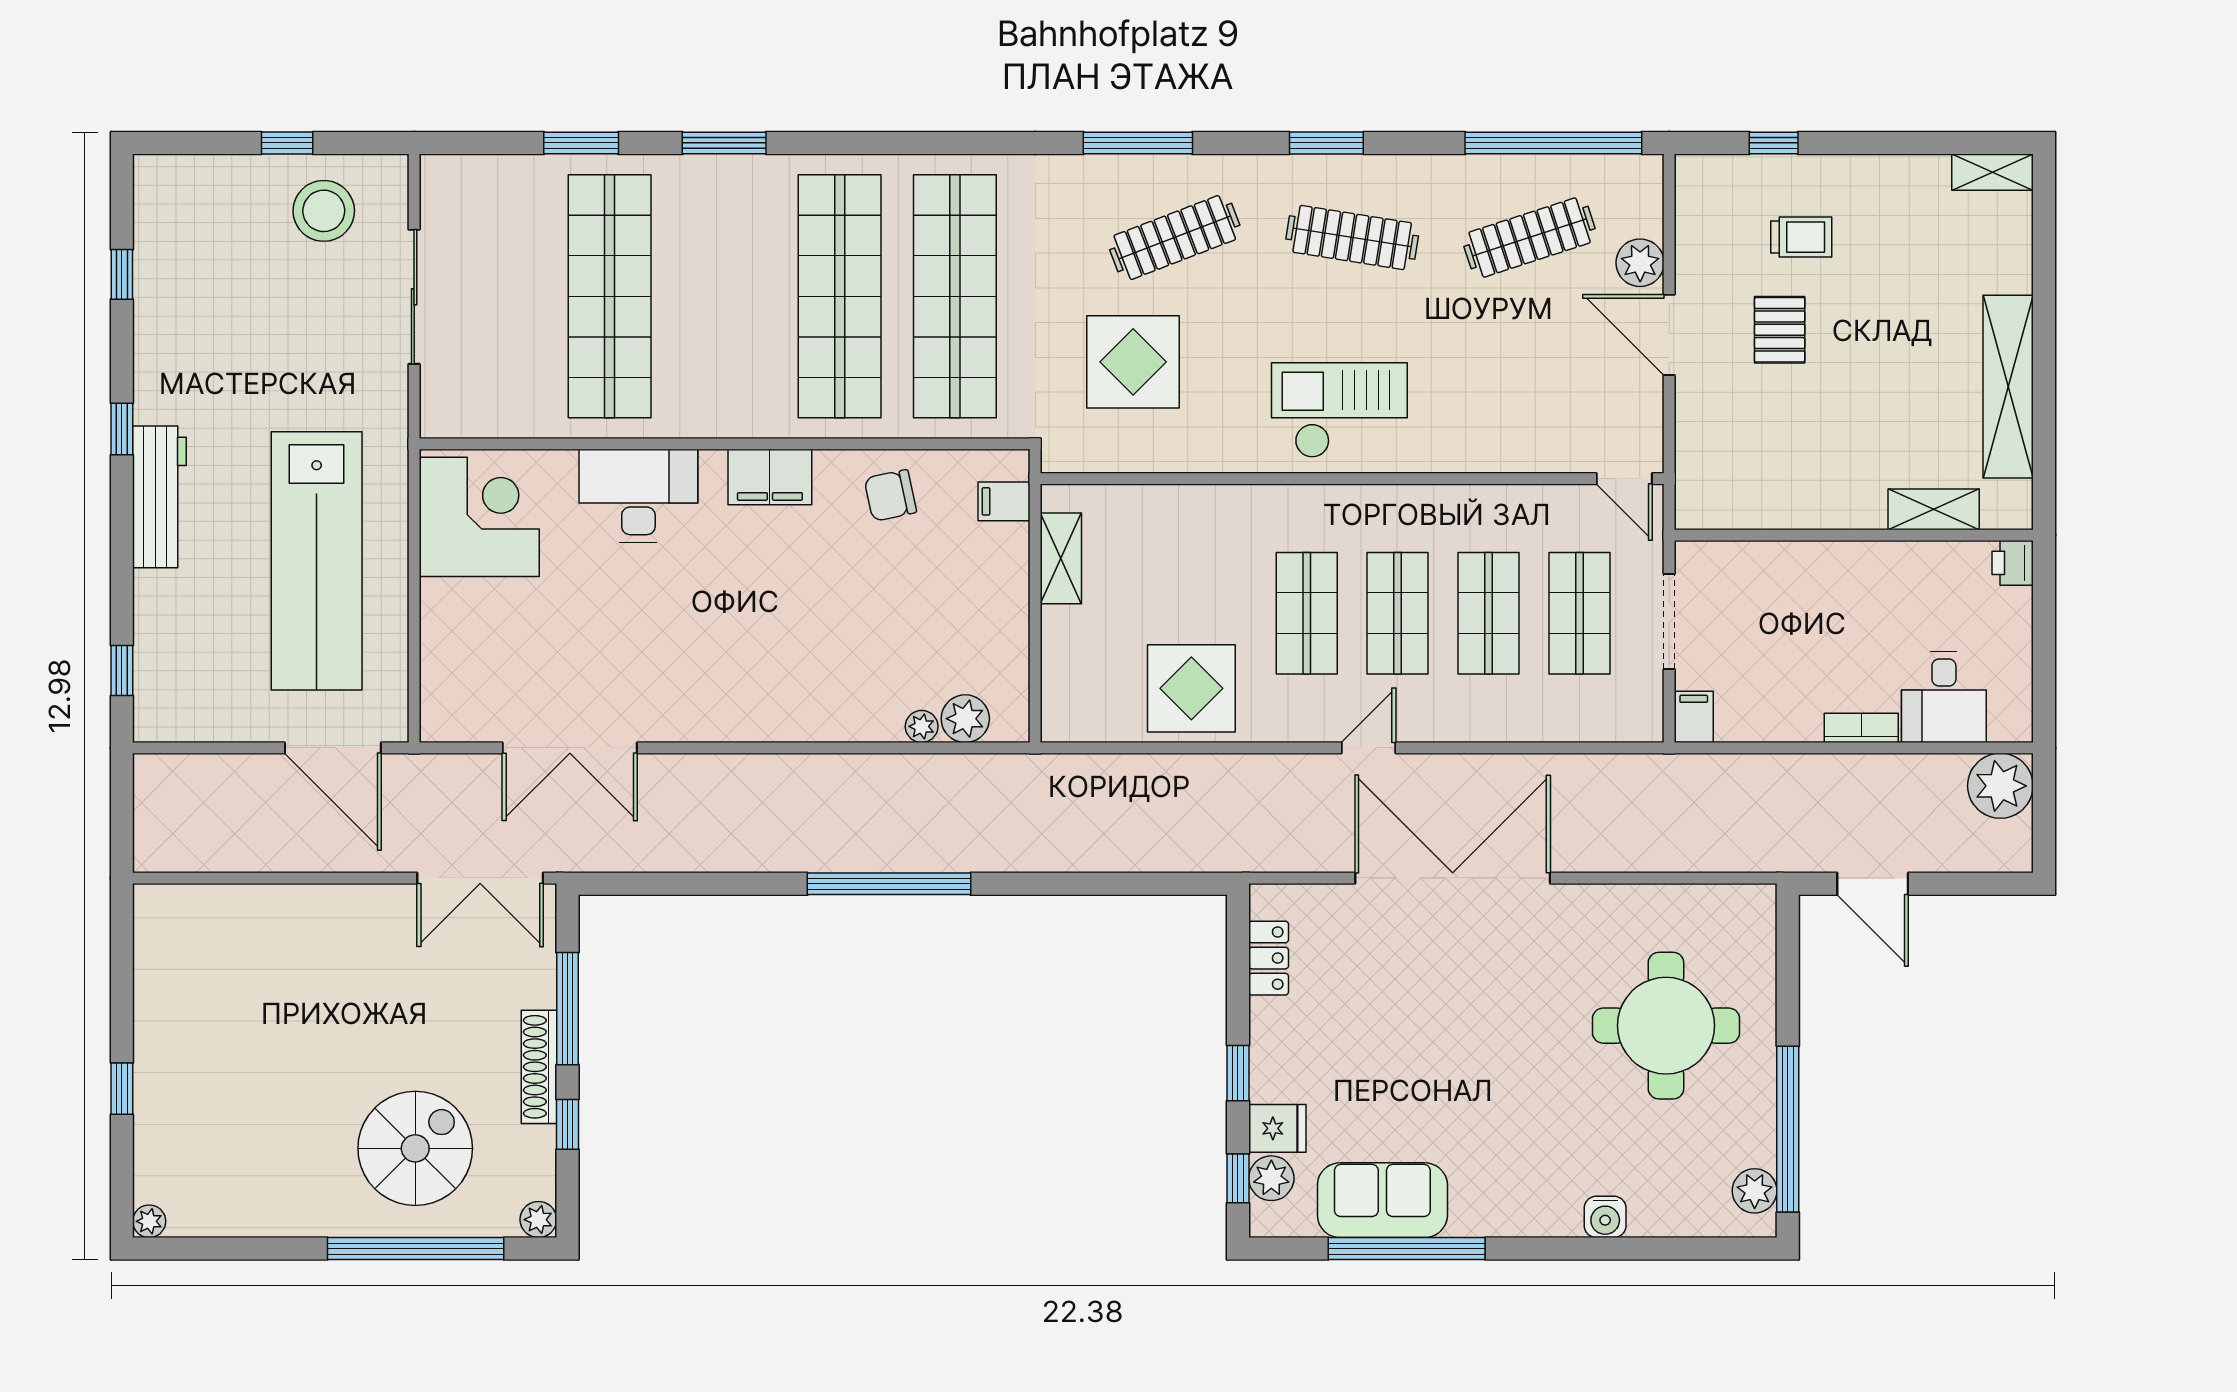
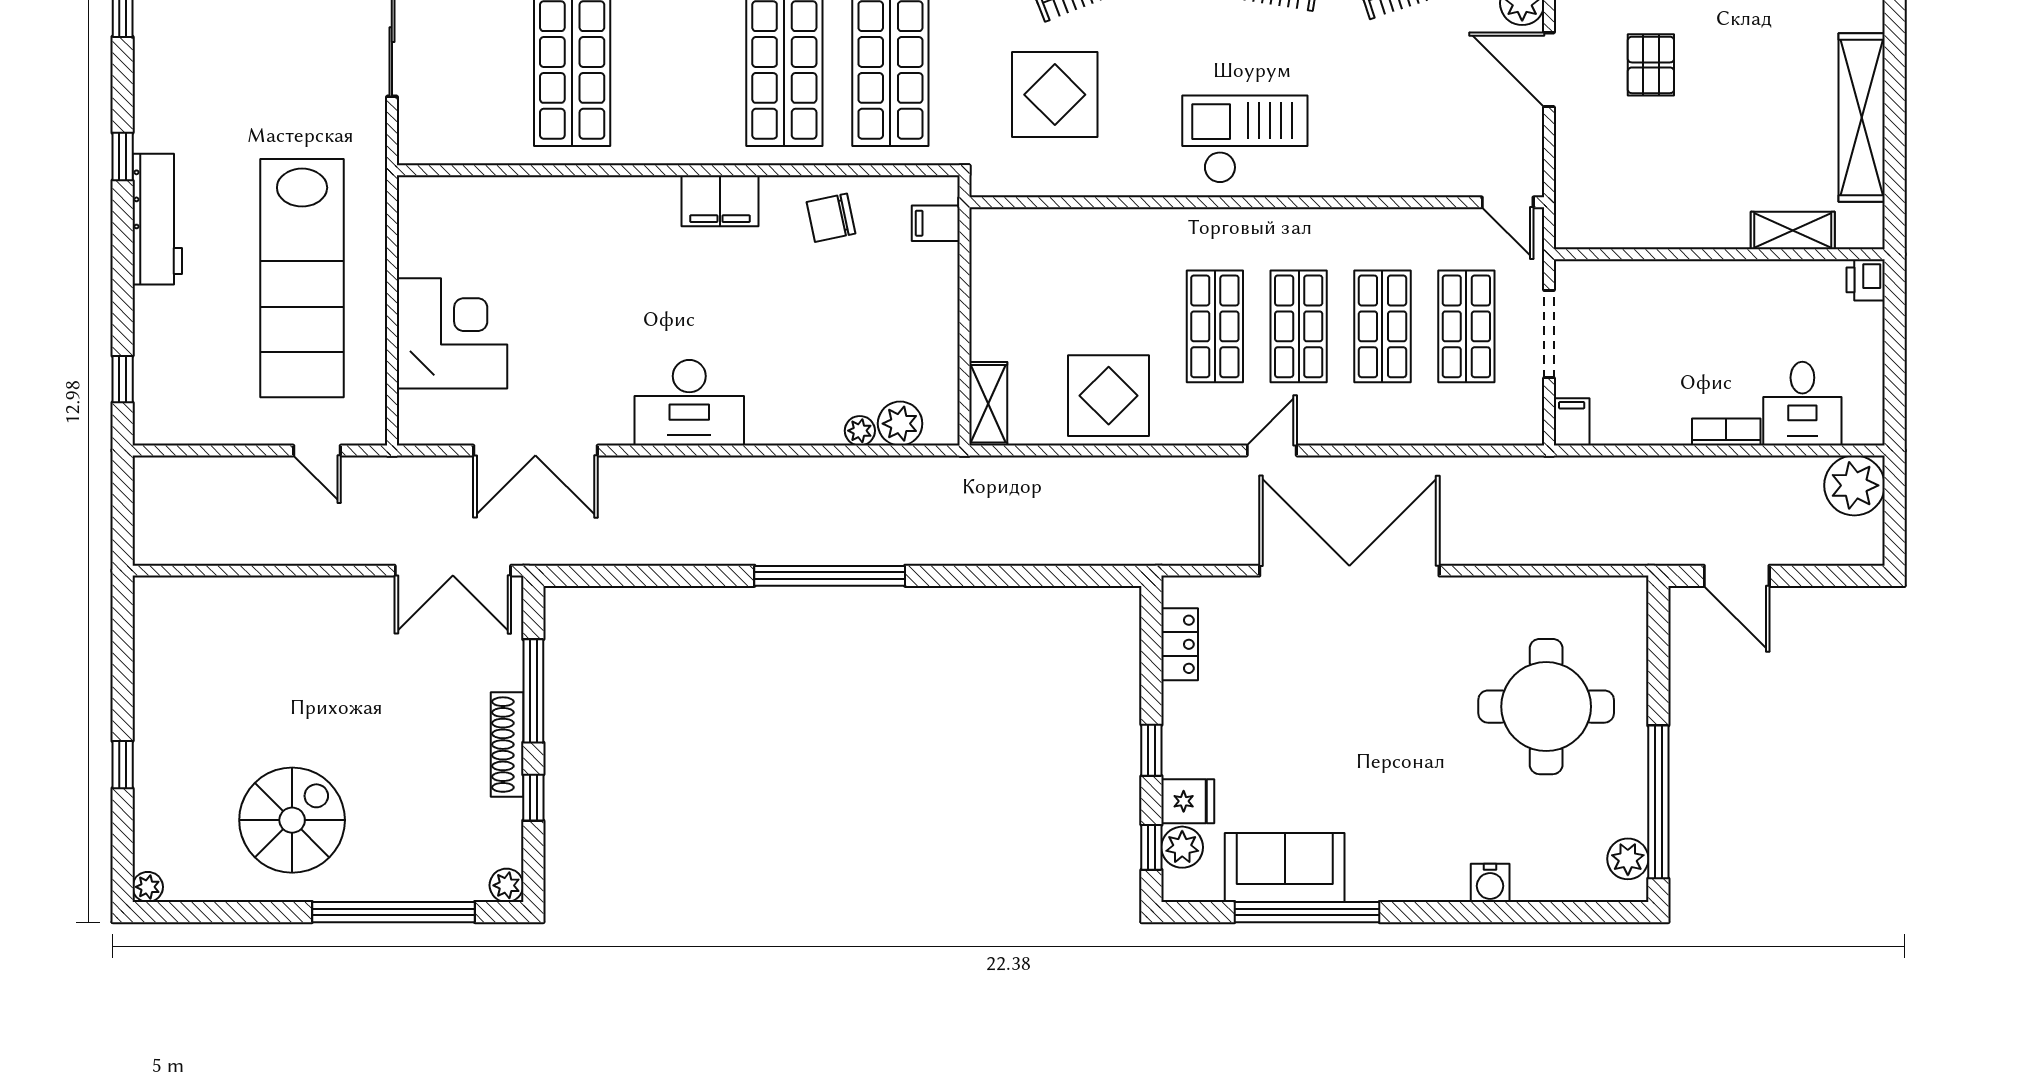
desk: (638, 496) -> (689, 403), moved, turned 180
corner desk: (479, 517) -> (452, 333), moved
shelving: (1061, 558) -> (988, 404), moved
door: (333, 748) -> (317, 450), width x0.53
spiral stairs: (415, 1148) -> (292, 820), moved

